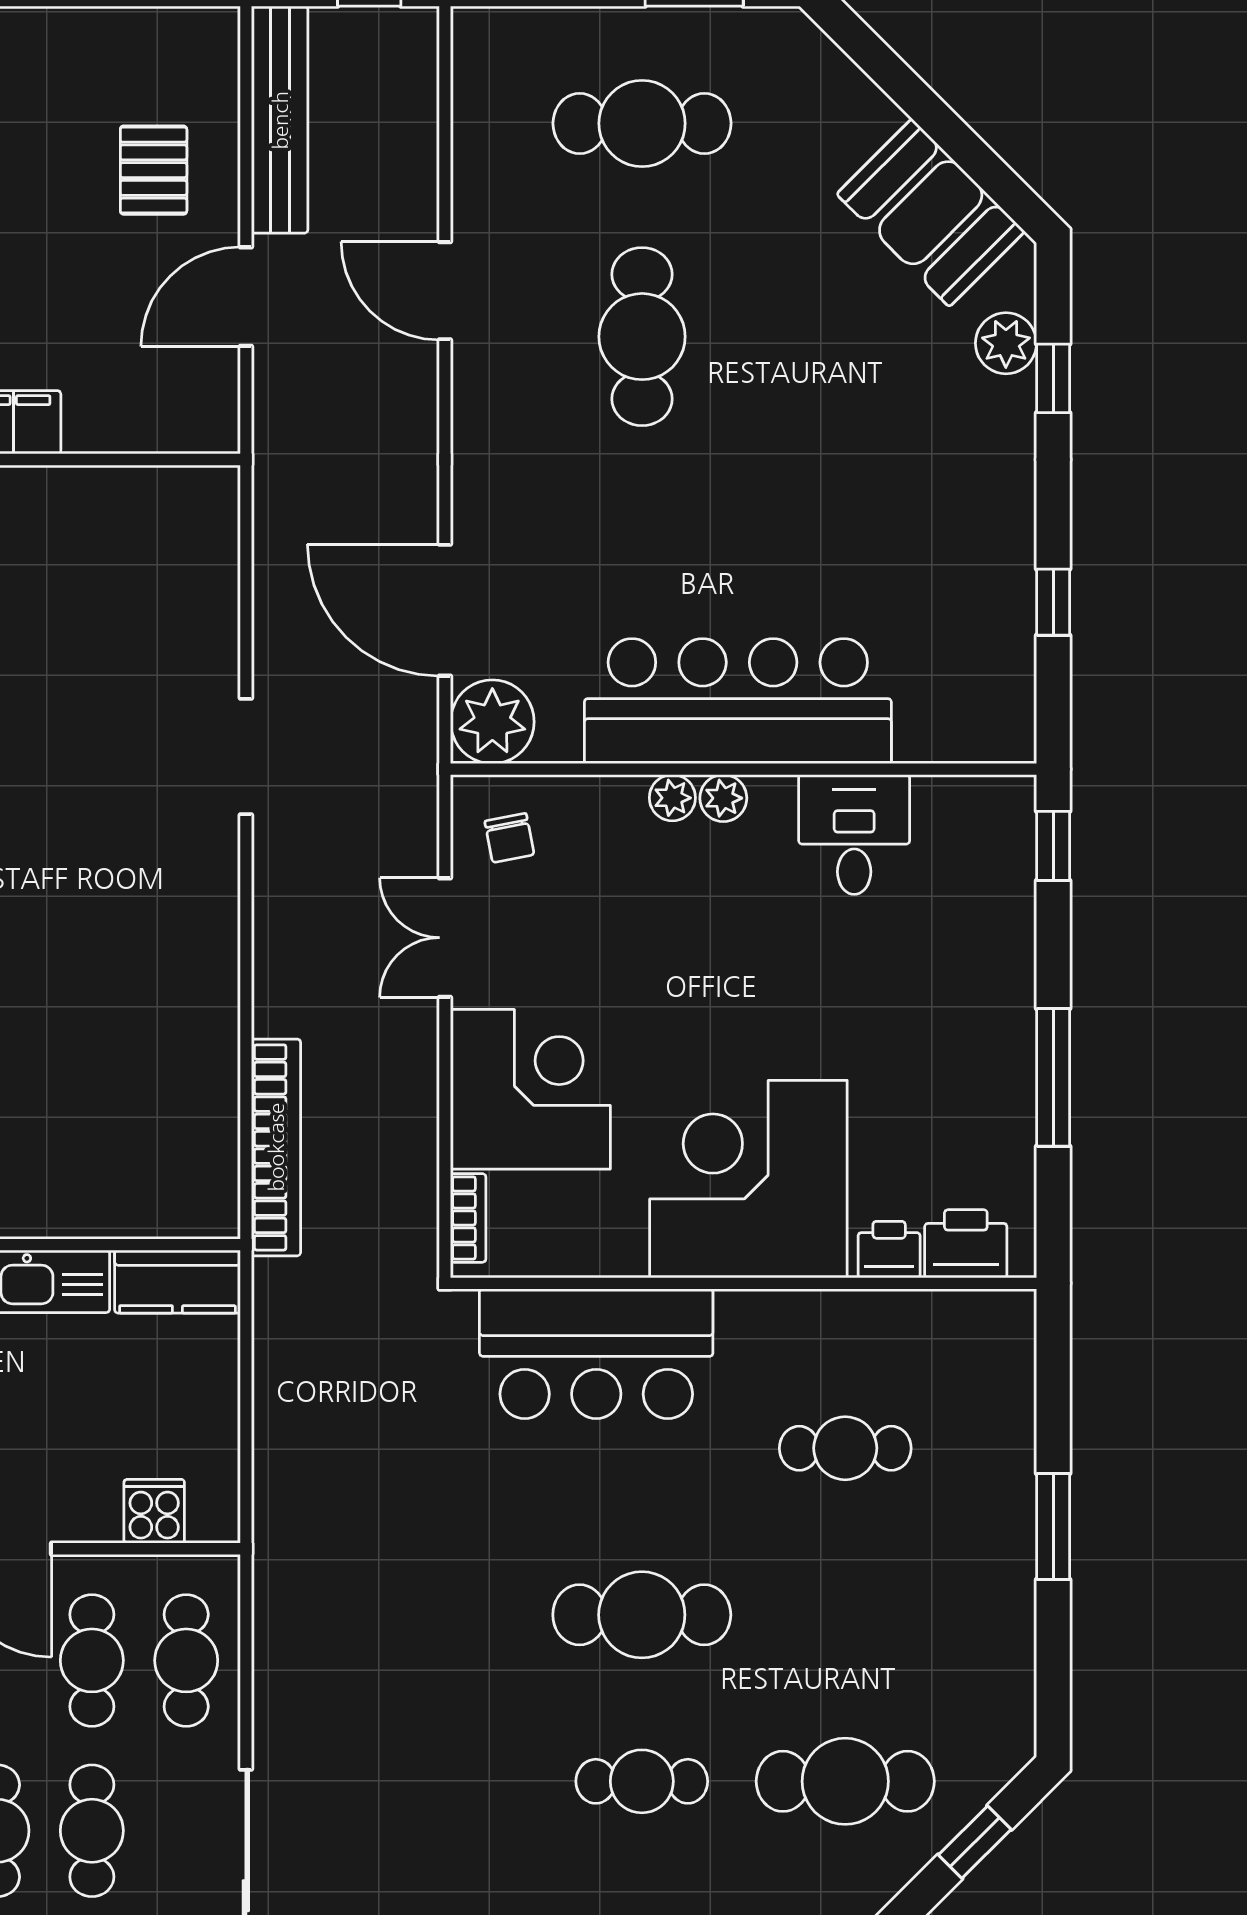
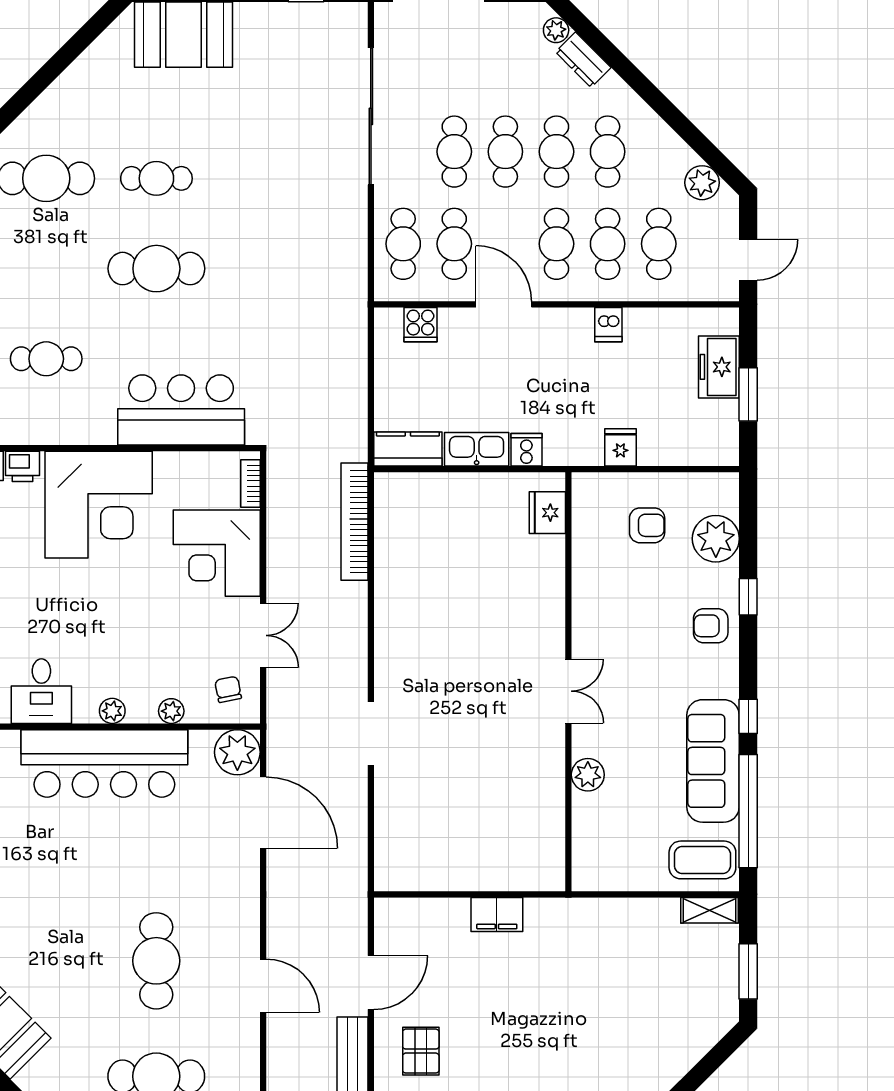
plant: (672, 798) -> (171, 711), moved

